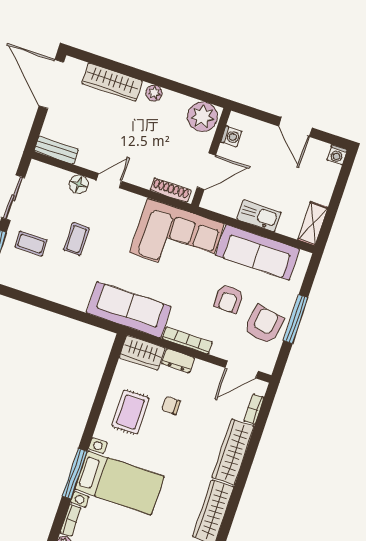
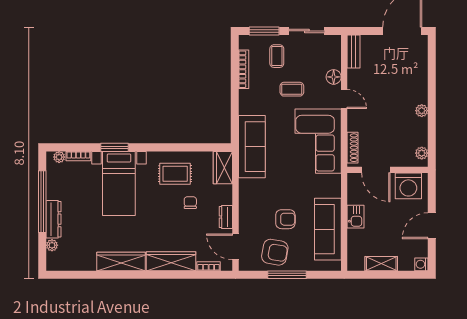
wardrobe: (112, 82) -> (419, 76), removed
plant: (202, 117) -> (422, 153), width x0.53, depth x0.53
washing machine: (231, 136) -> (408, 186), width x1.89, depth x1.89
kitchen sink: (259, 216) -> (356, 217), width x0.73
shelving: (313, 224) -> (381, 264), moved
corner sofa: (177, 238) -> (318, 141), moved
armchair: (229, 299) -> (285, 219), turned 180
bookcase: (187, 340) -> (244, 69), moved
dresser: (178, 361) -> (226, 217), moved
window: (75, 474) -> (115, 147), width x0.69

